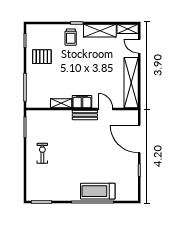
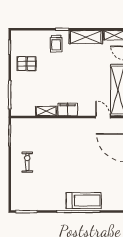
door: (105, 109) -> (103, 117), moved
bench: (85, 115) -> (71, 123), removed
treadmill: (98, 191) -> (84, 201), turned 180

